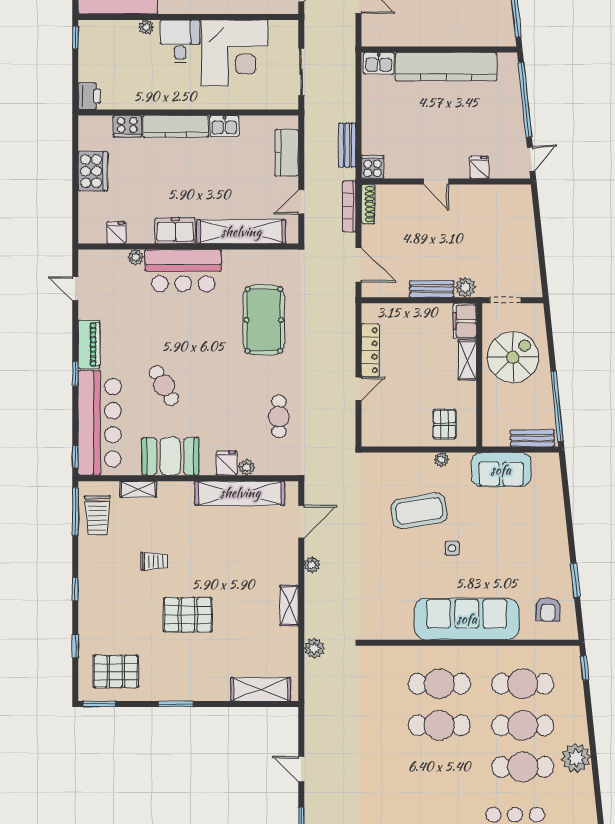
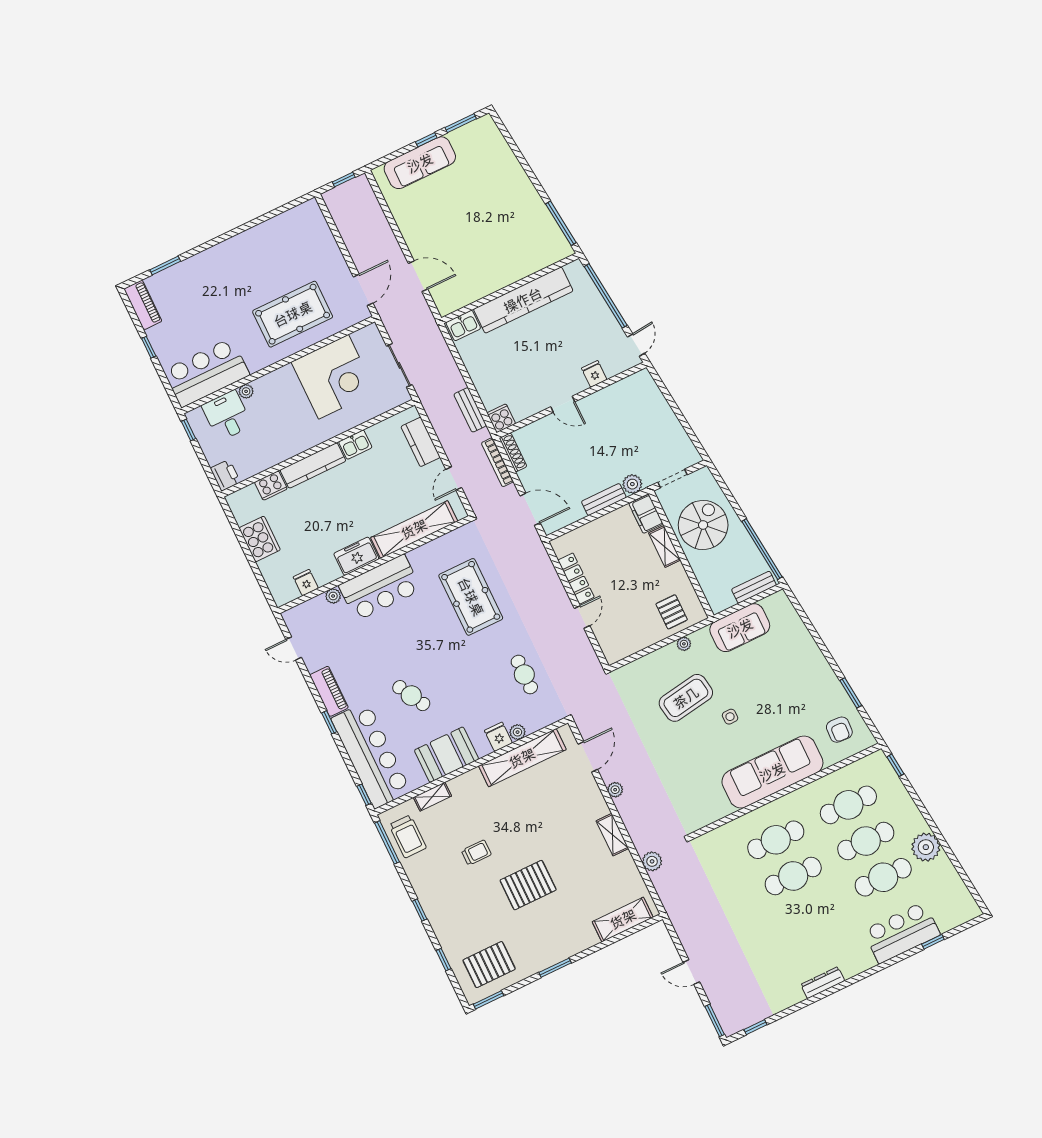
desk: (180, 41) -> (227, 416), moved

